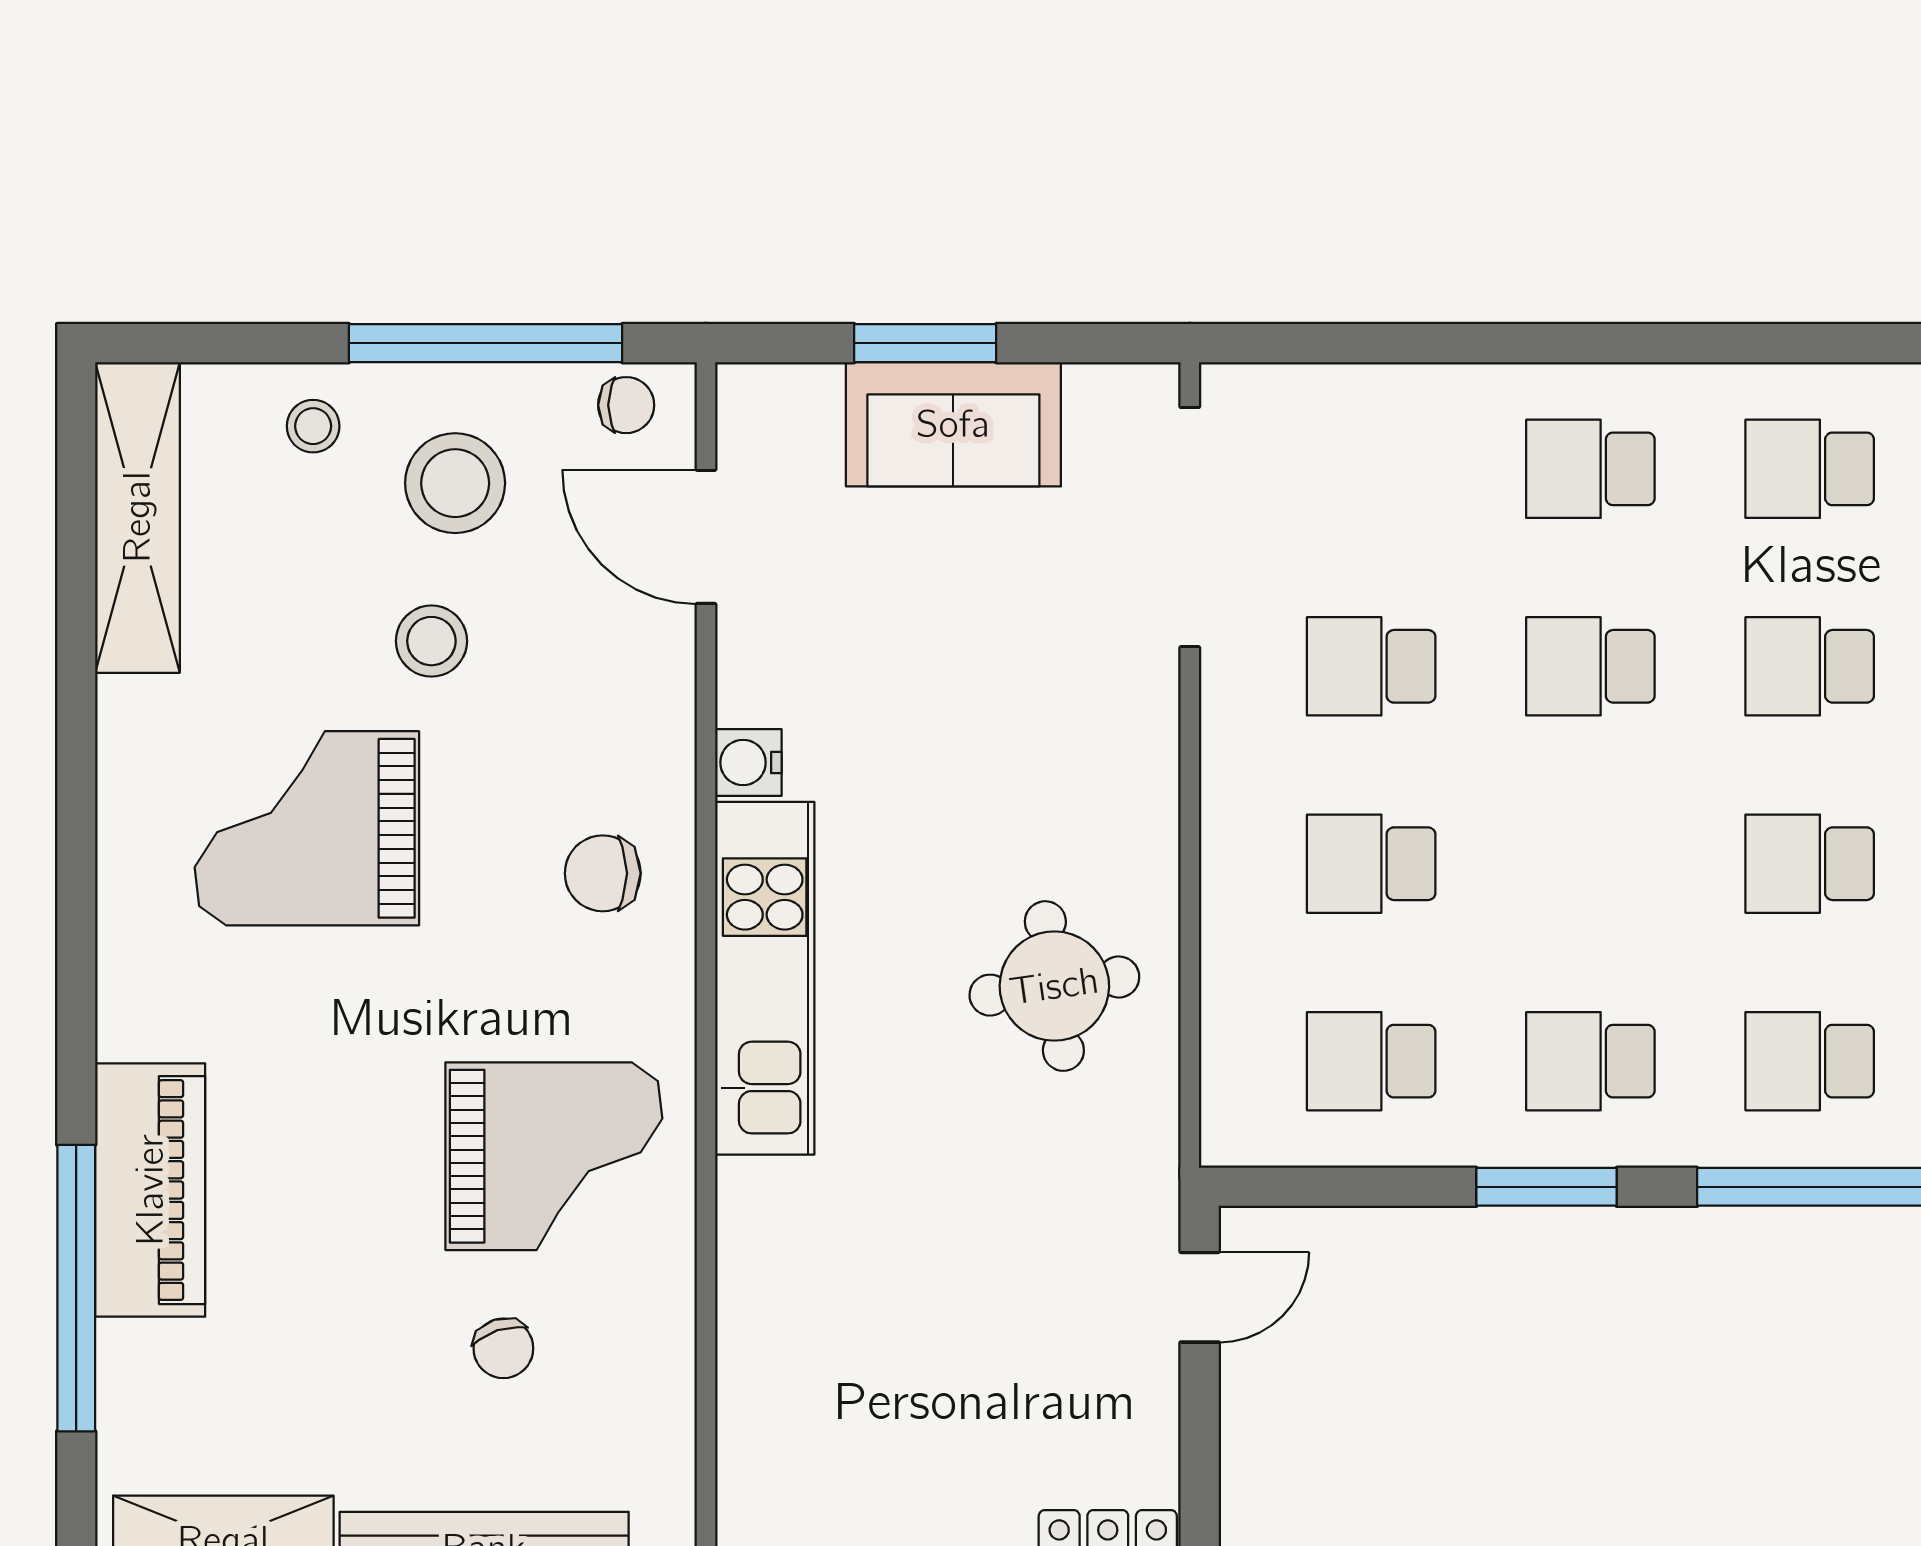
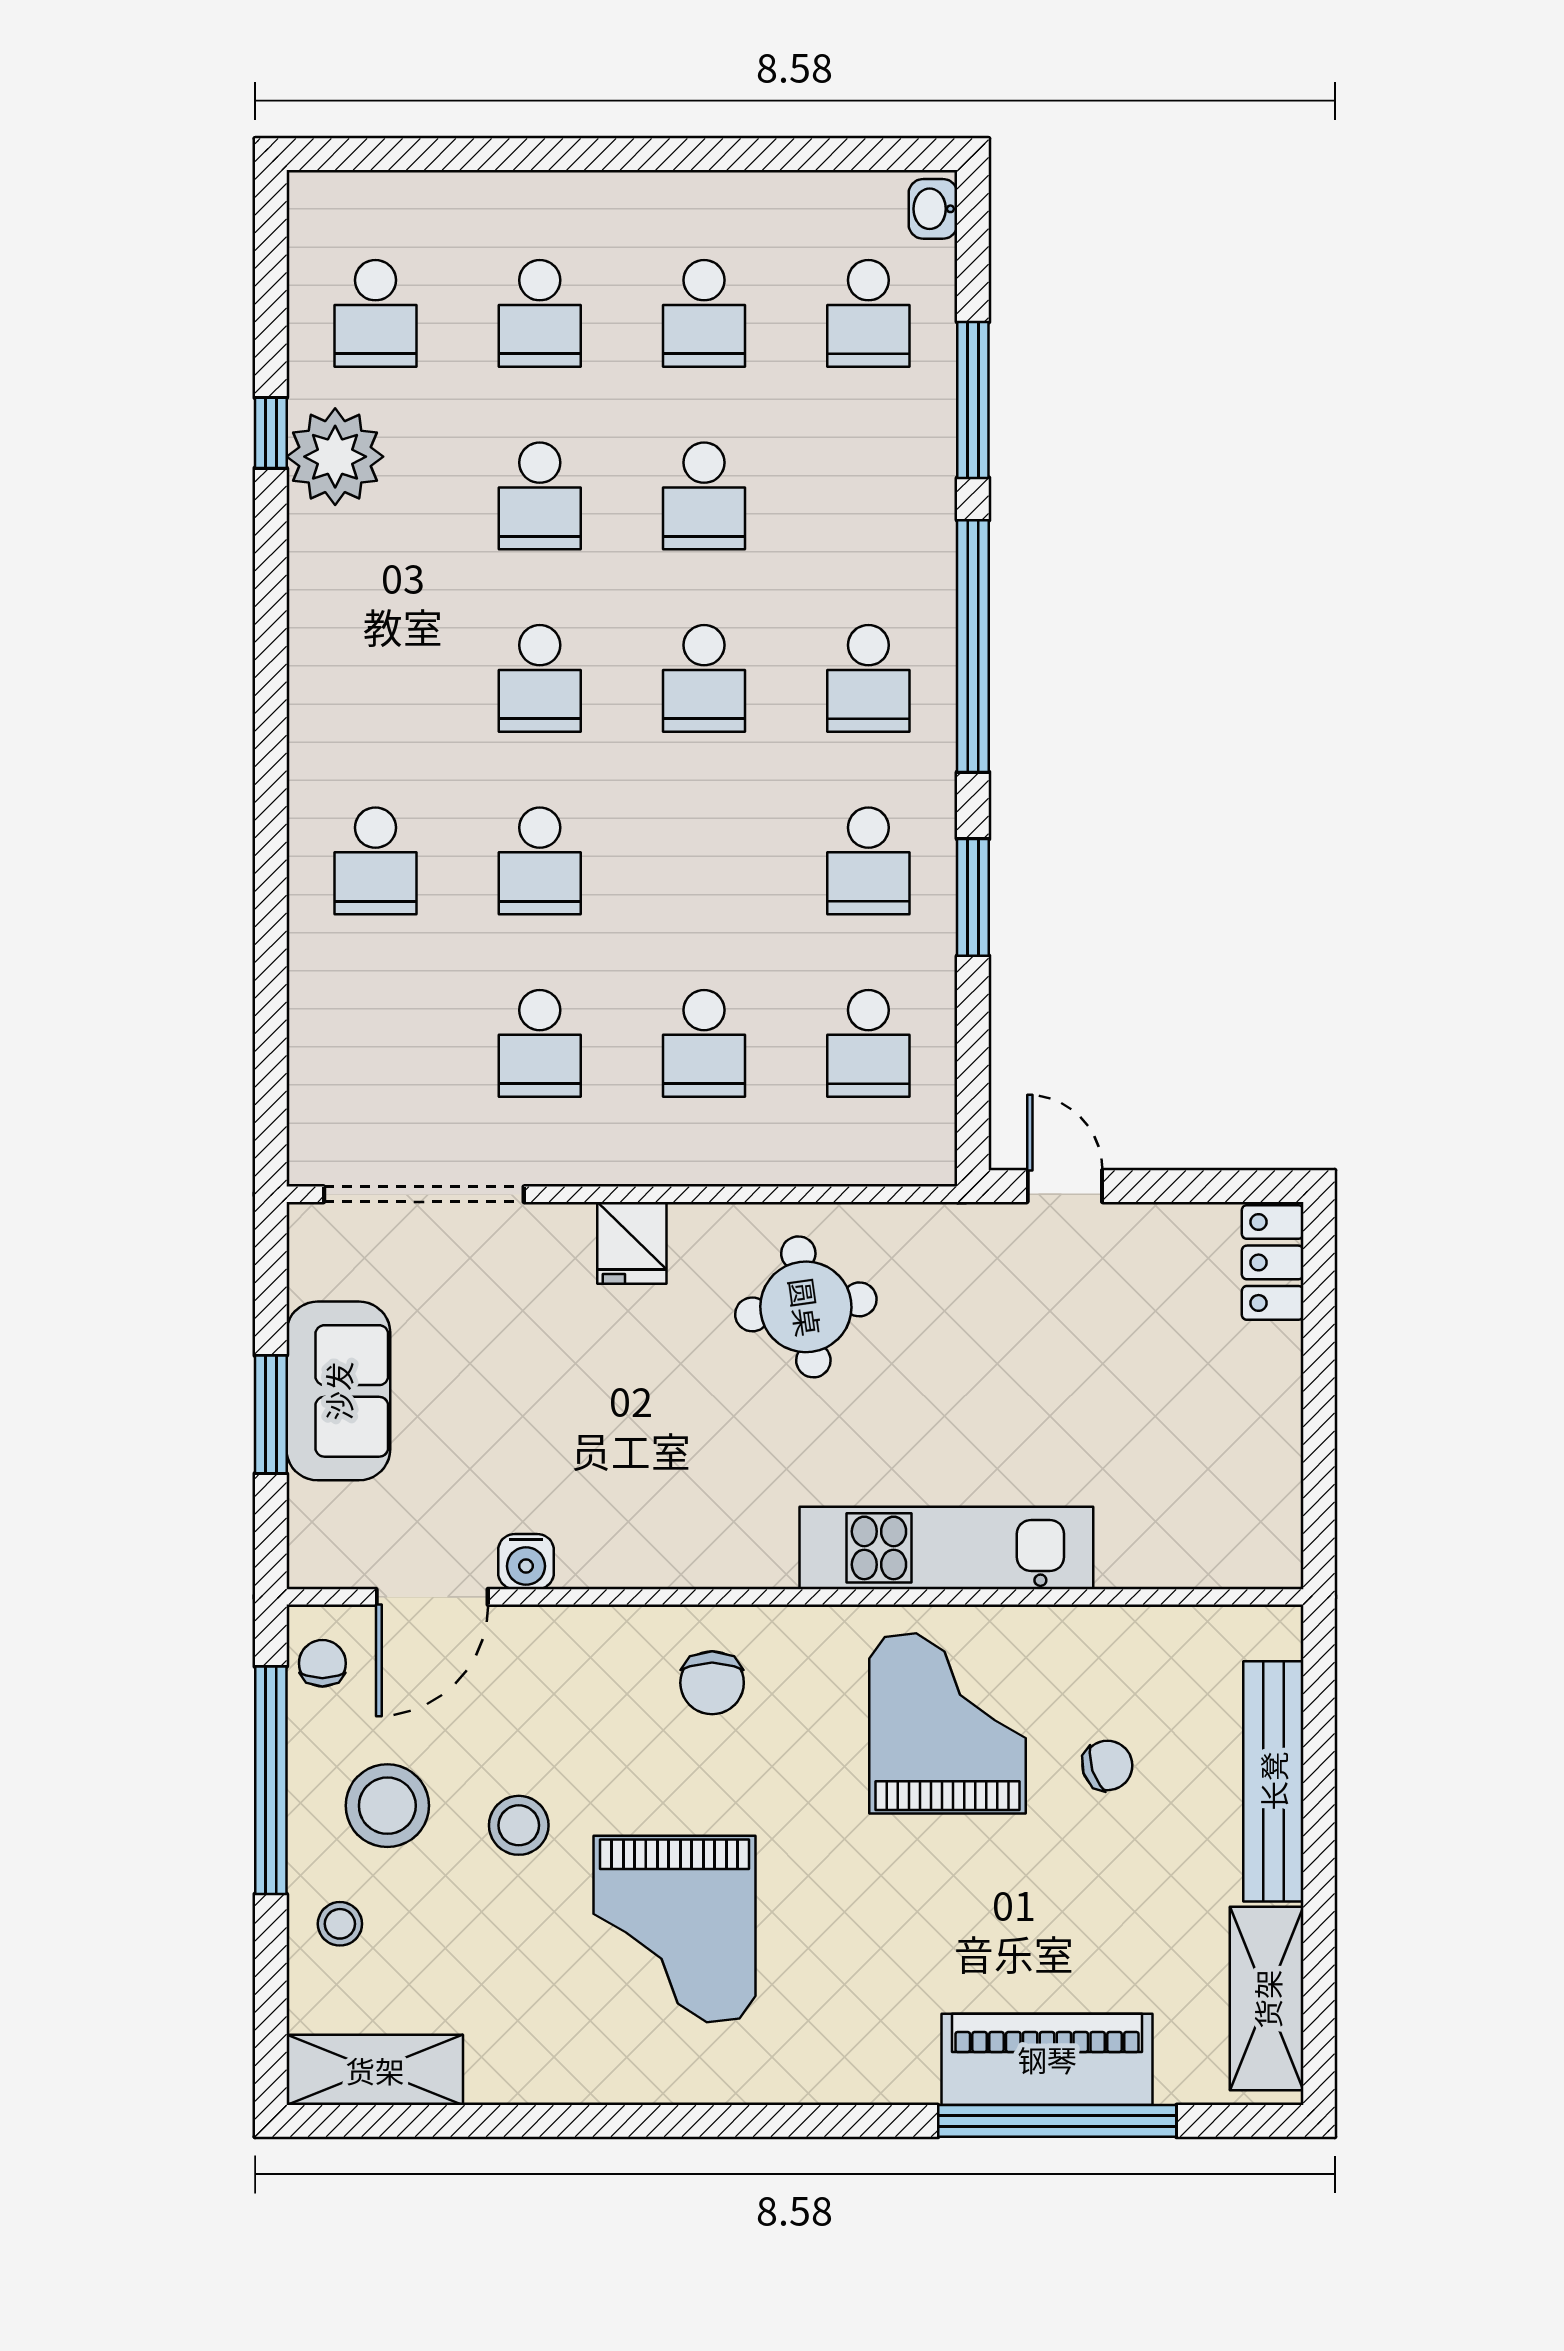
school desk: (1810, 469) -> (375, 678), removed
shelving: (137, 517) -> (375, 2070), width x0.68
water cooler: (748, 763) -> (526, 1562), moved
fridge: (1131, 777) -> (632, 1243), added
kitchen unit: (765, 978) -> (946, 1548), moved
piano: (150, 1190) -> (1047, 2059), moved

